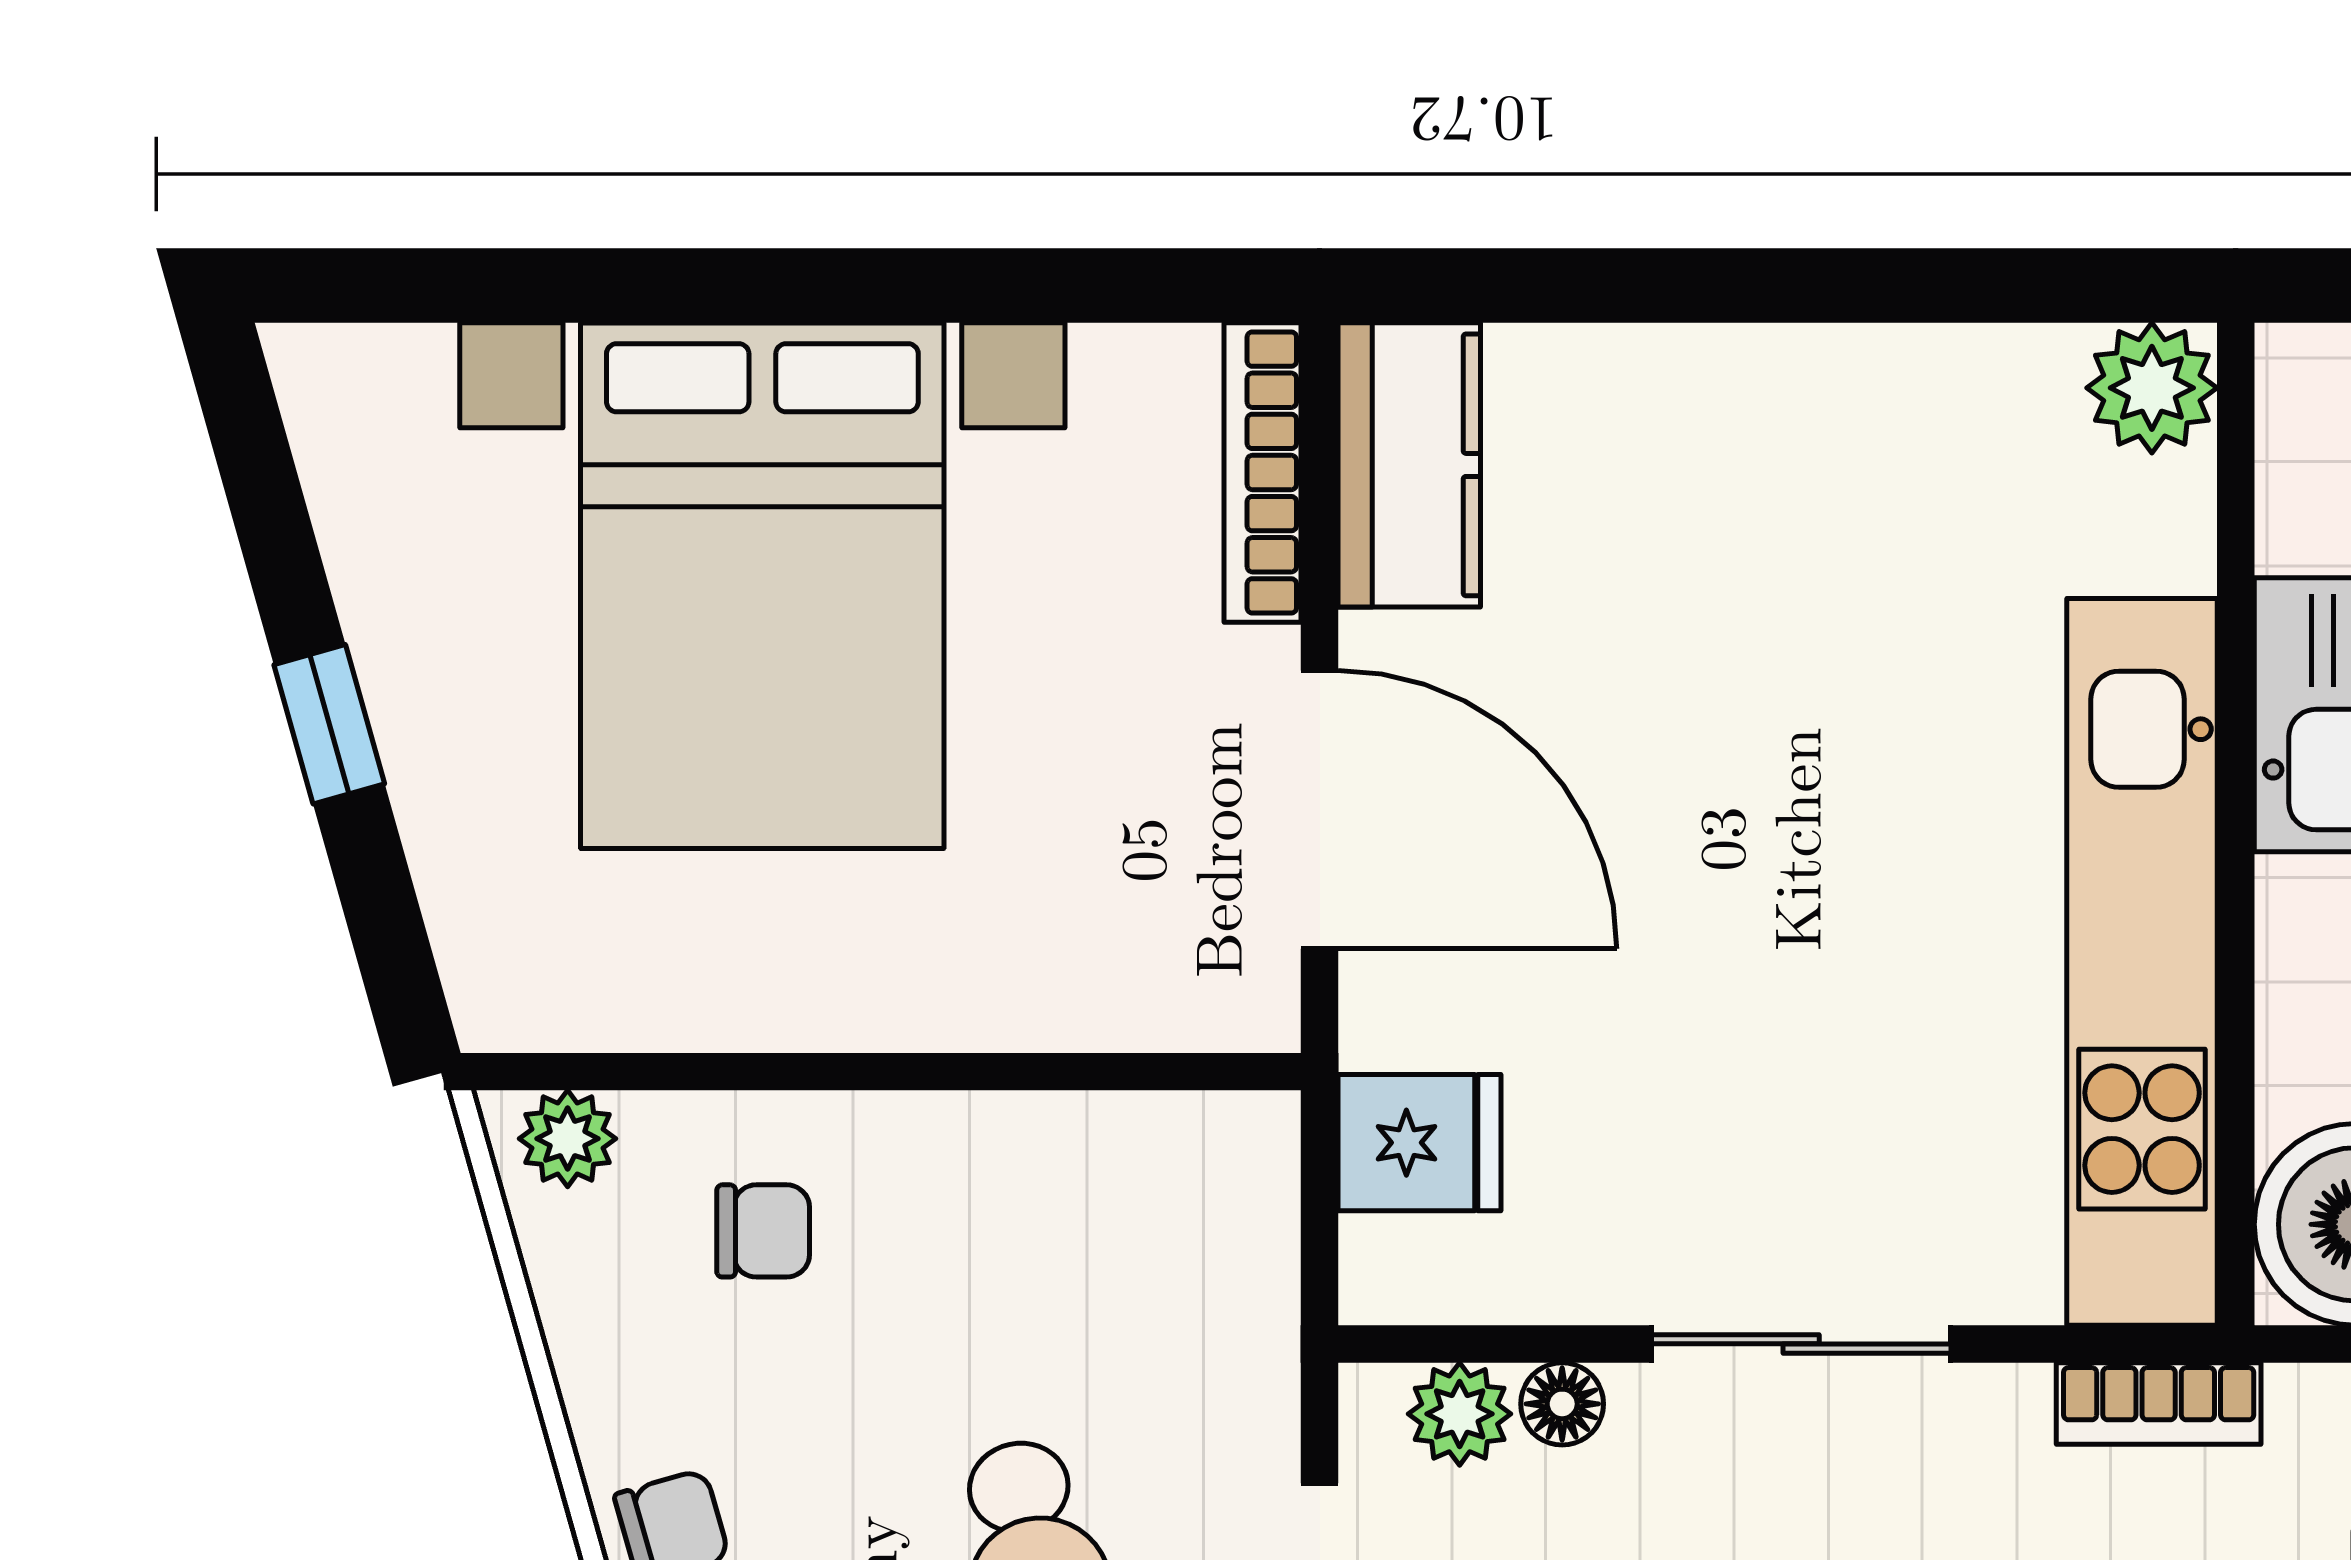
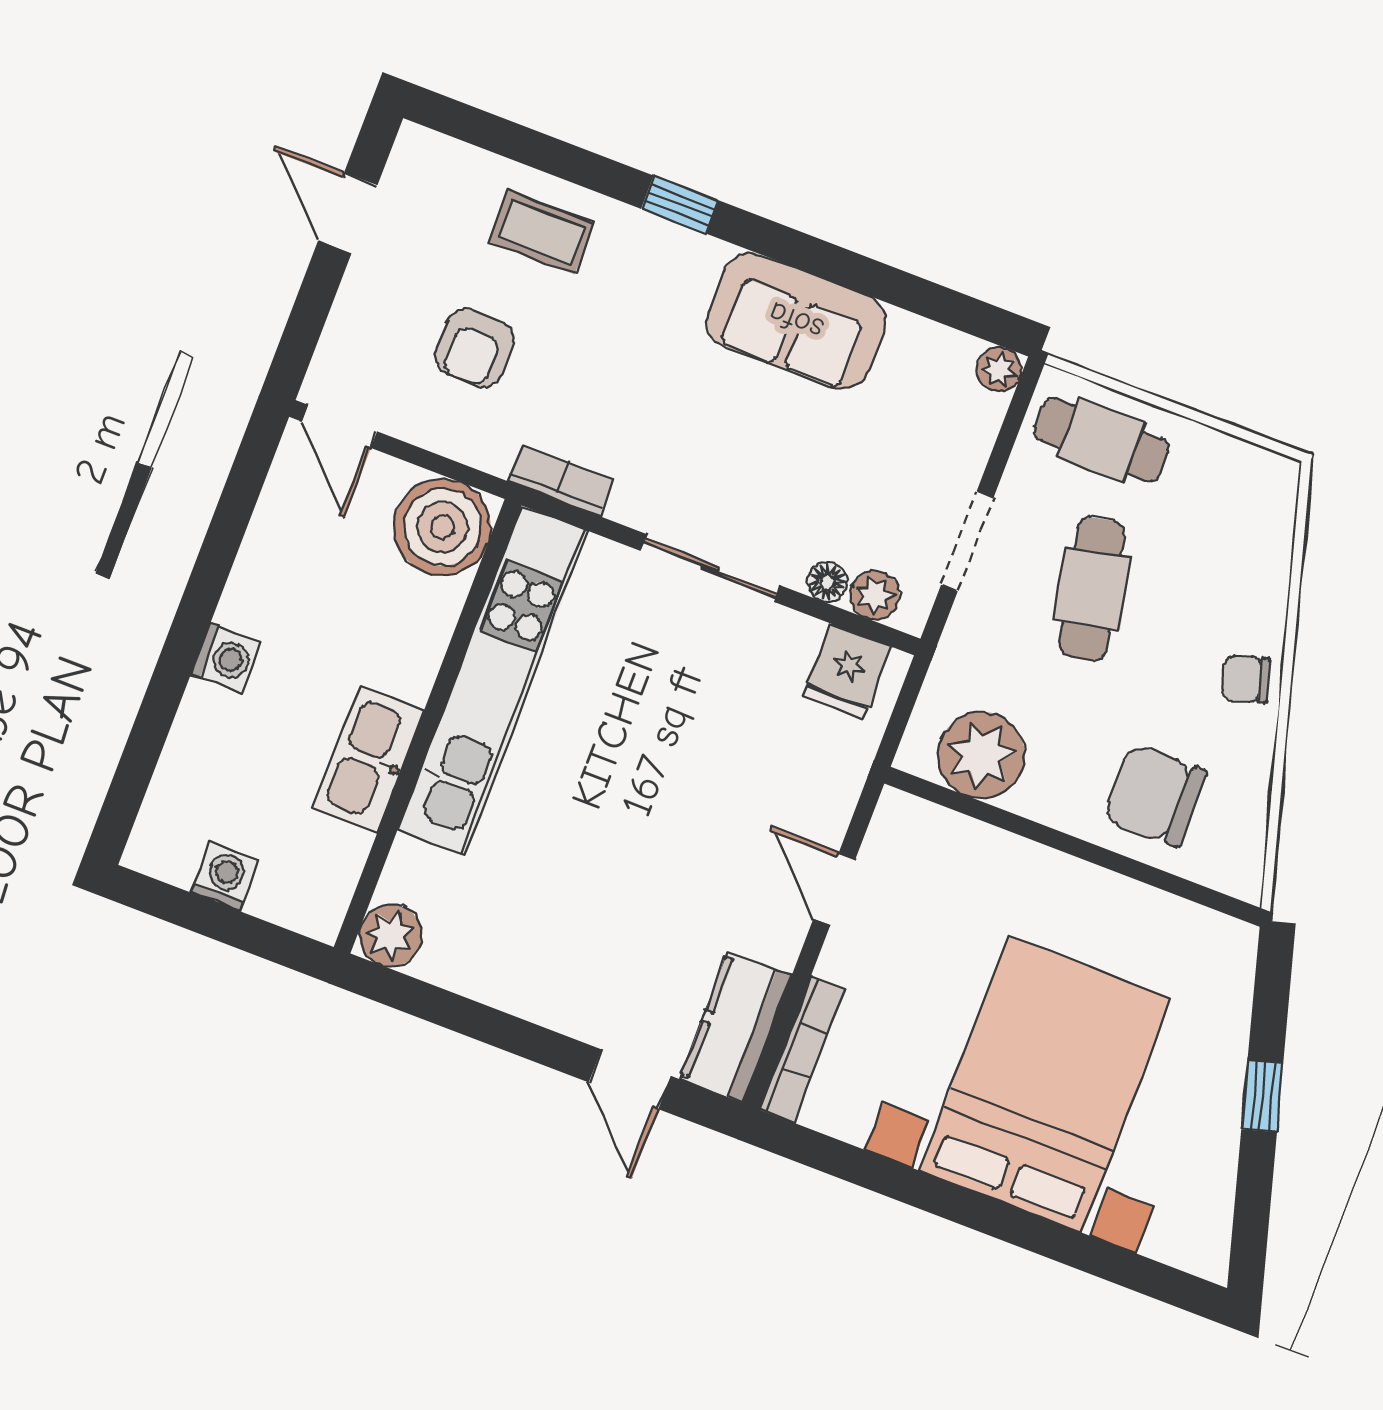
door: (1577, 285) -> (630, 1079), added
door: (1320, 810) -> (834, 889), width x0.53
plant: (568, 1139) -> (981, 755), moved, width x1.88, depth x1.88
fridge: (1419, 1143) -> (848, 672), moved, turned -90
chair: (763, 1231) -> (1155, 796), width x1.87, depth x1.87

